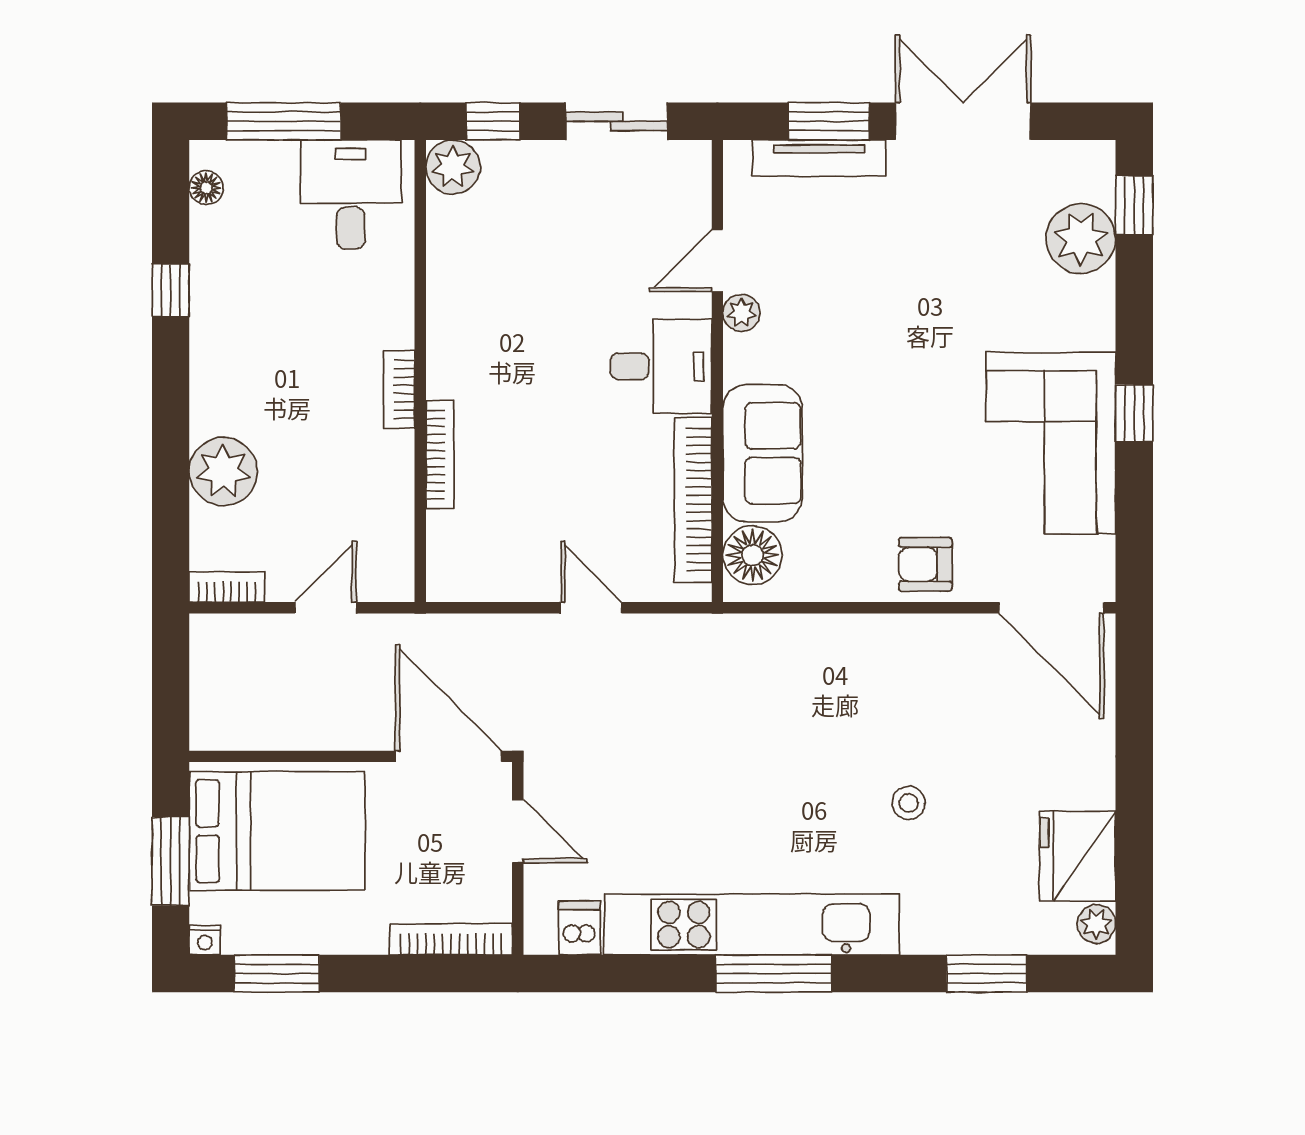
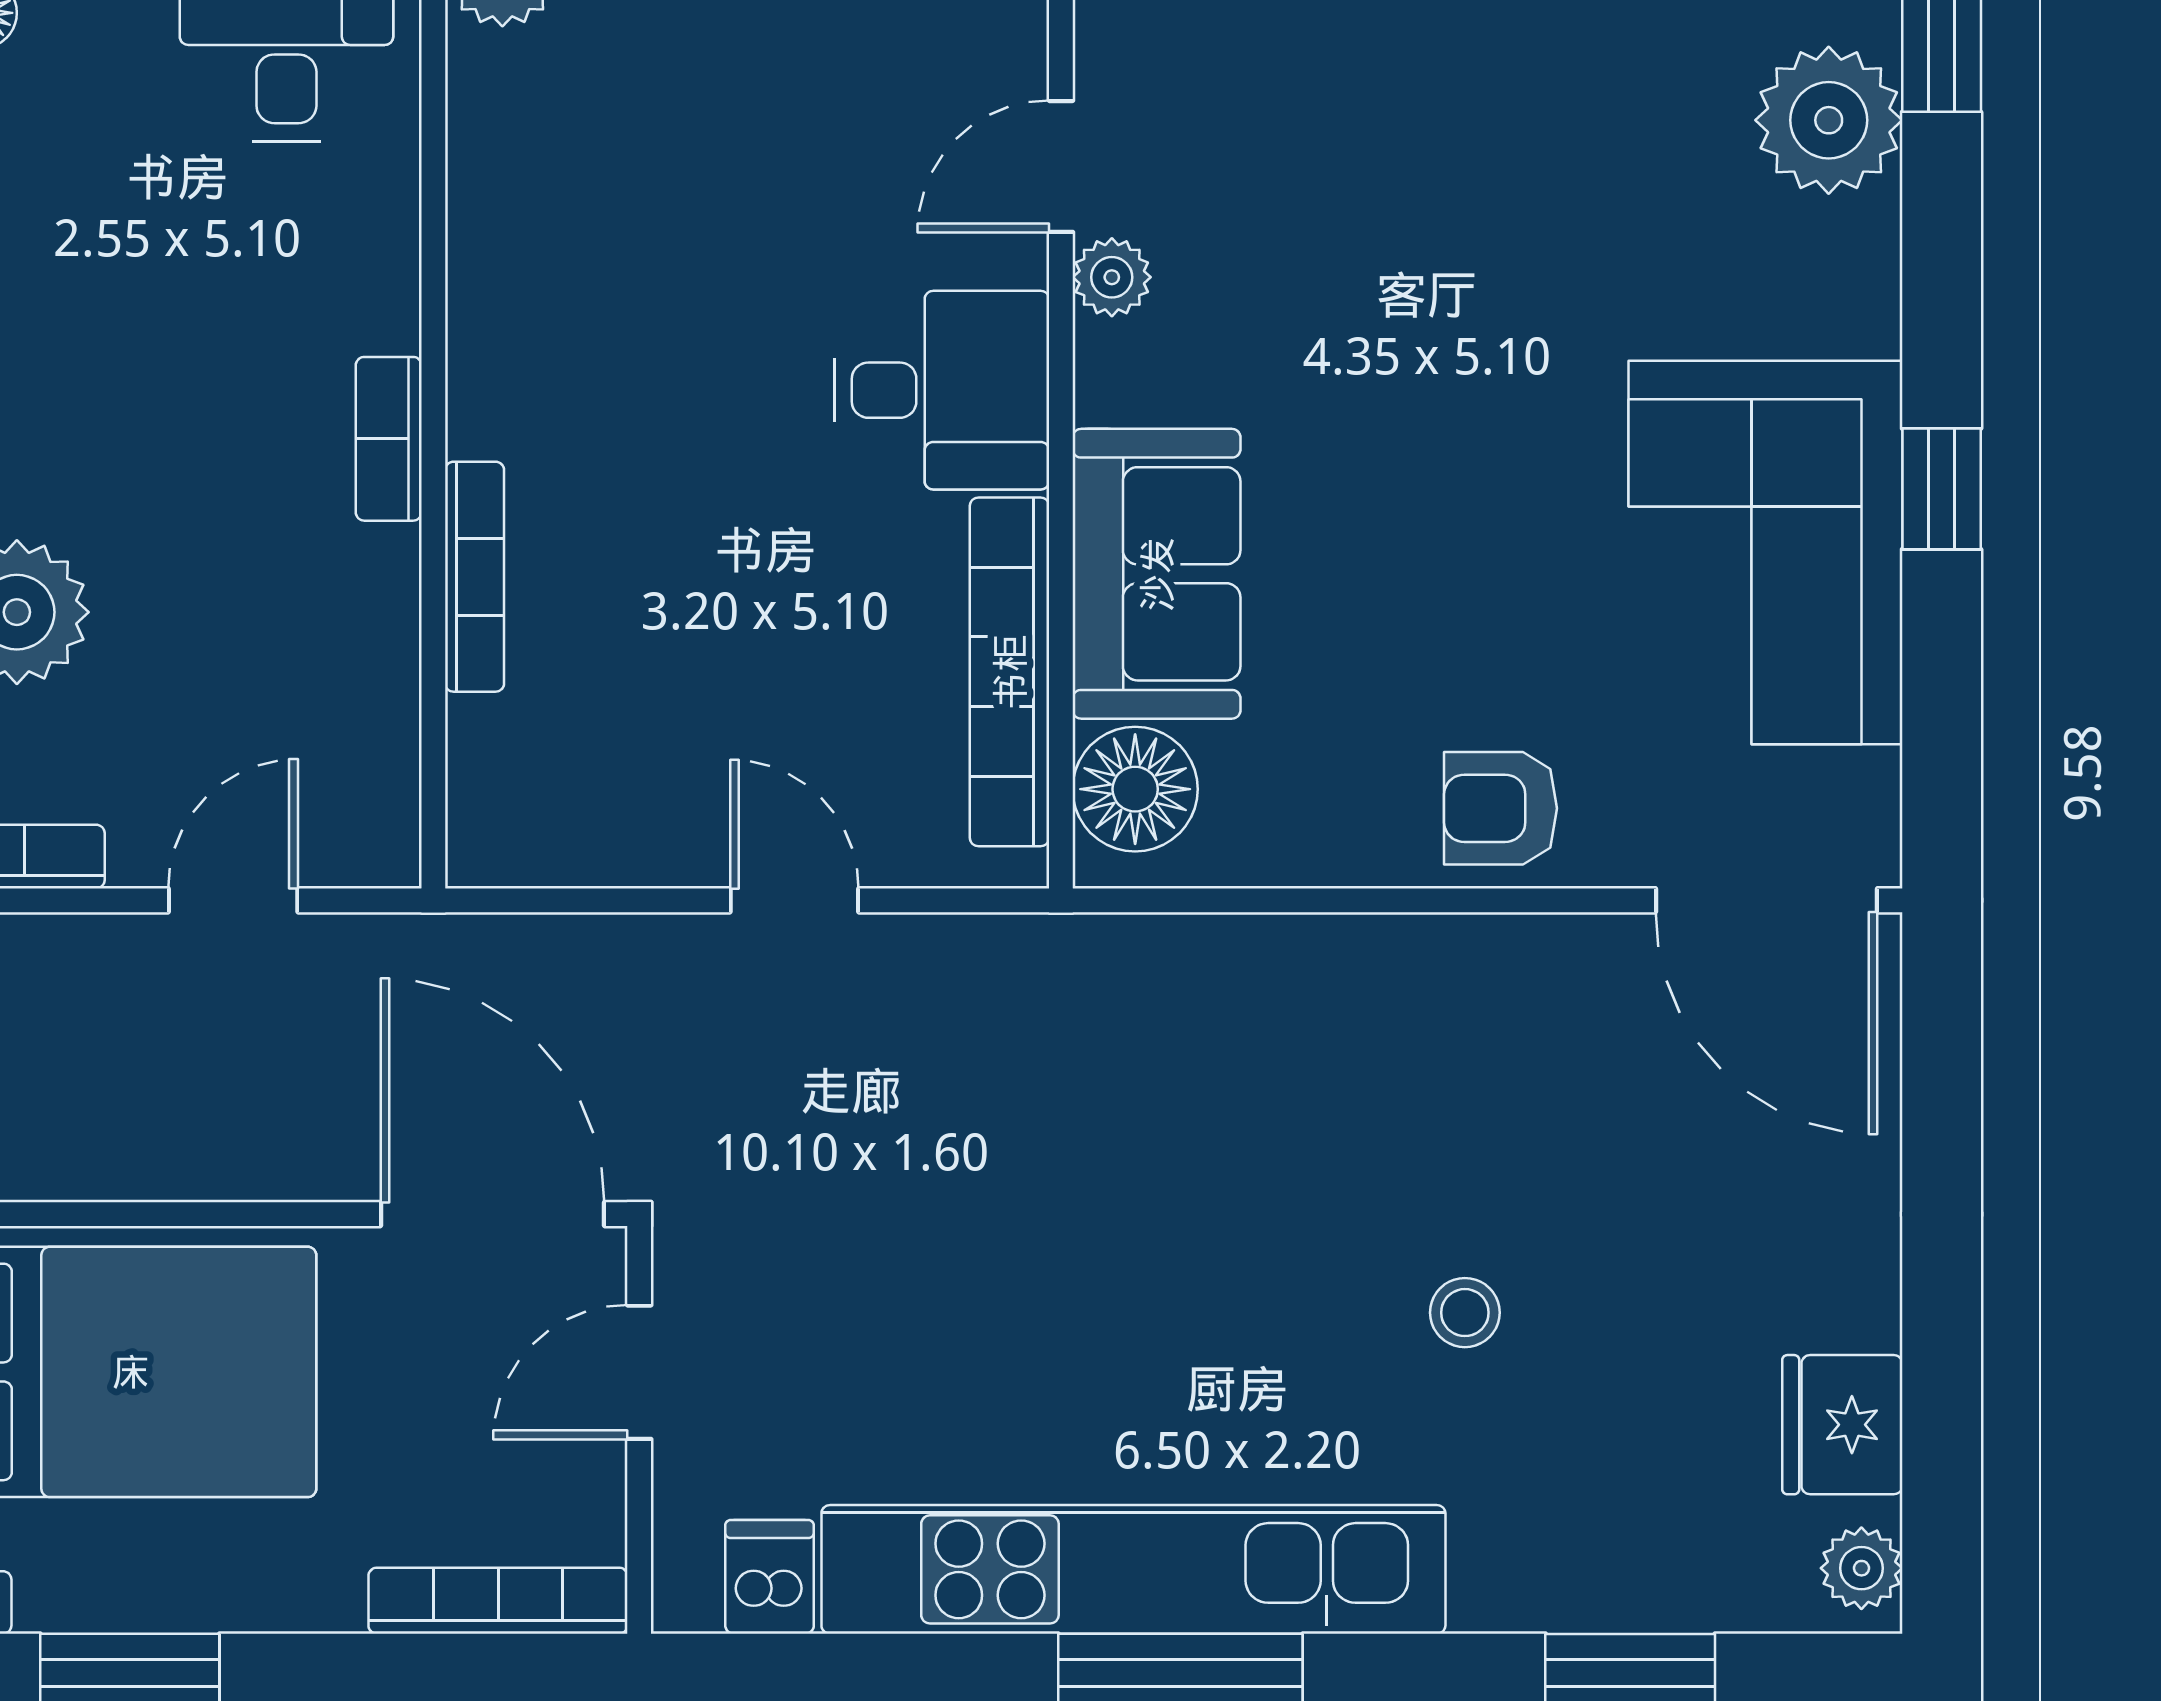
door: (518, 831) -> (639, 1372), swing flipped
fridge: (1078, 856) -> (1842, 1425), width x0.73, depth x0.75

